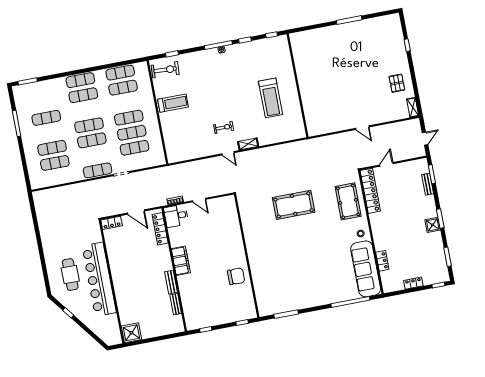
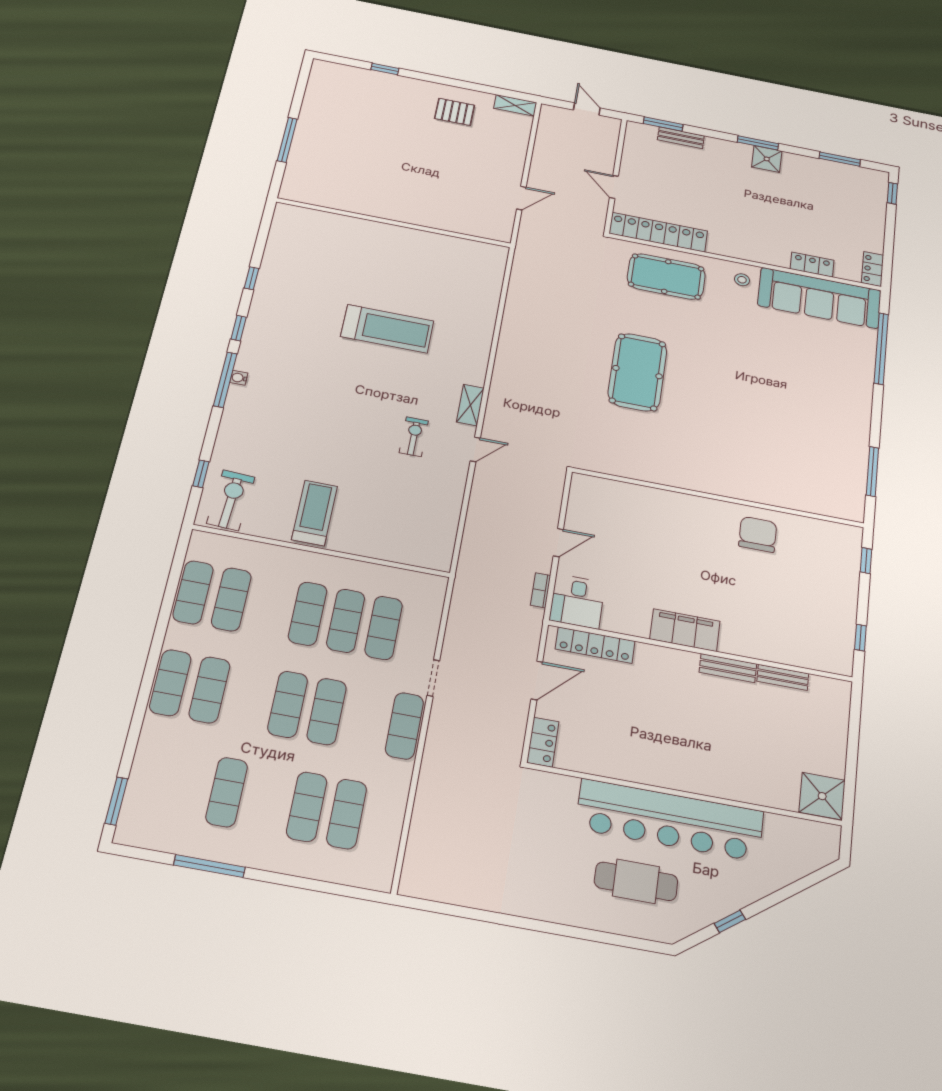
wall: (298, 86) -> (394, 223), moved
locker: (413, 283) -> (872, 269), moved

